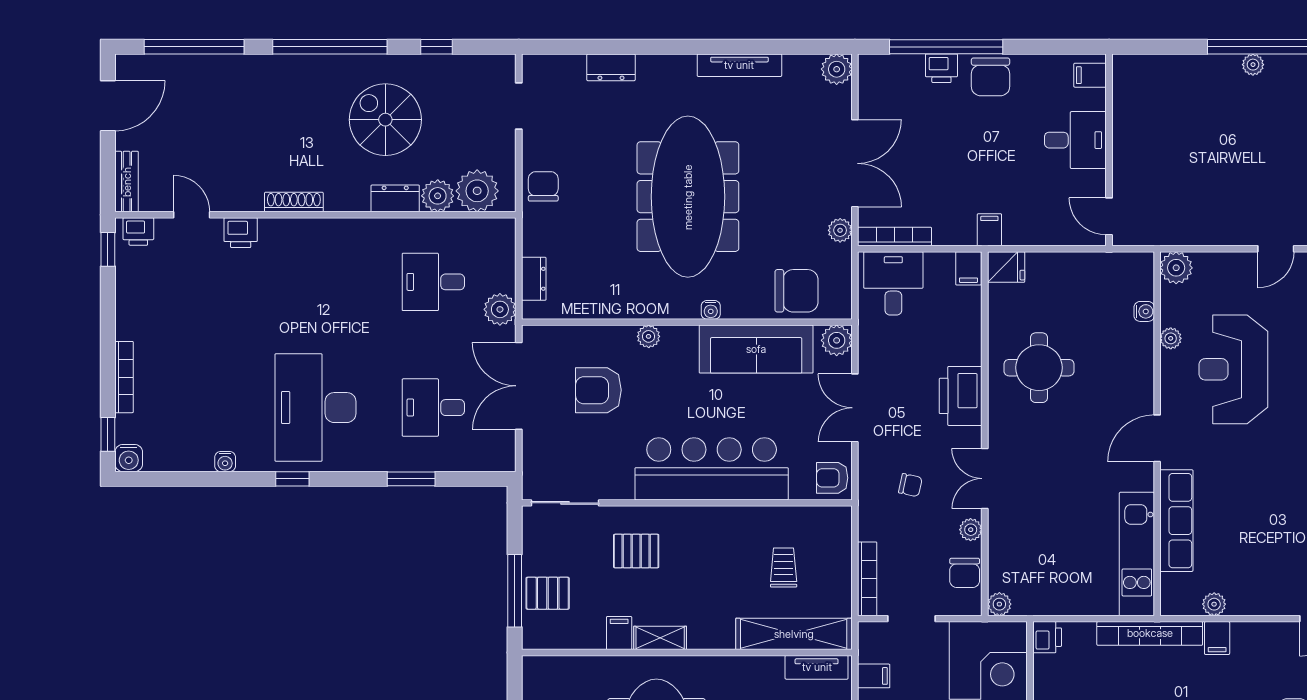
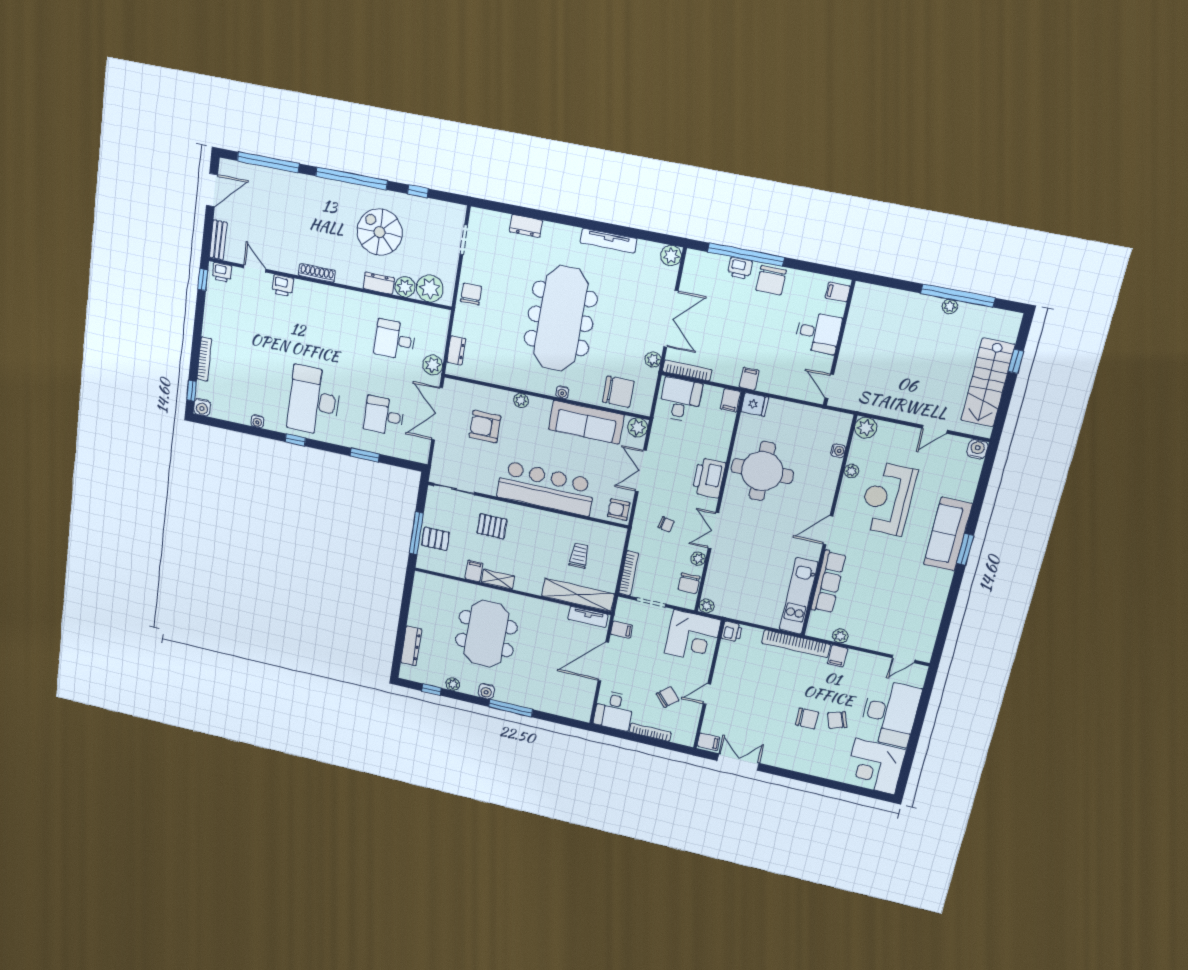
round table: (1039, 368) -> (762, 471), width x1.36, depth x1.36

